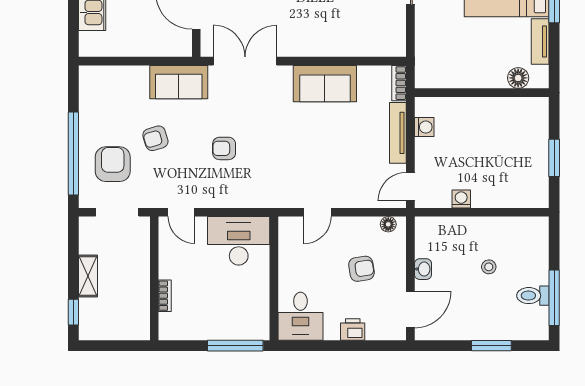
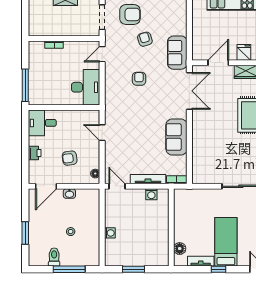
washing machine: (461, 199) -> (110, 233), moved
armchair: (361, 269) -> (70, 158), turned 91
window: (554, 298) -> (69, 269), moved
door: (410, 310) -> (46, 186), hinge flipped

